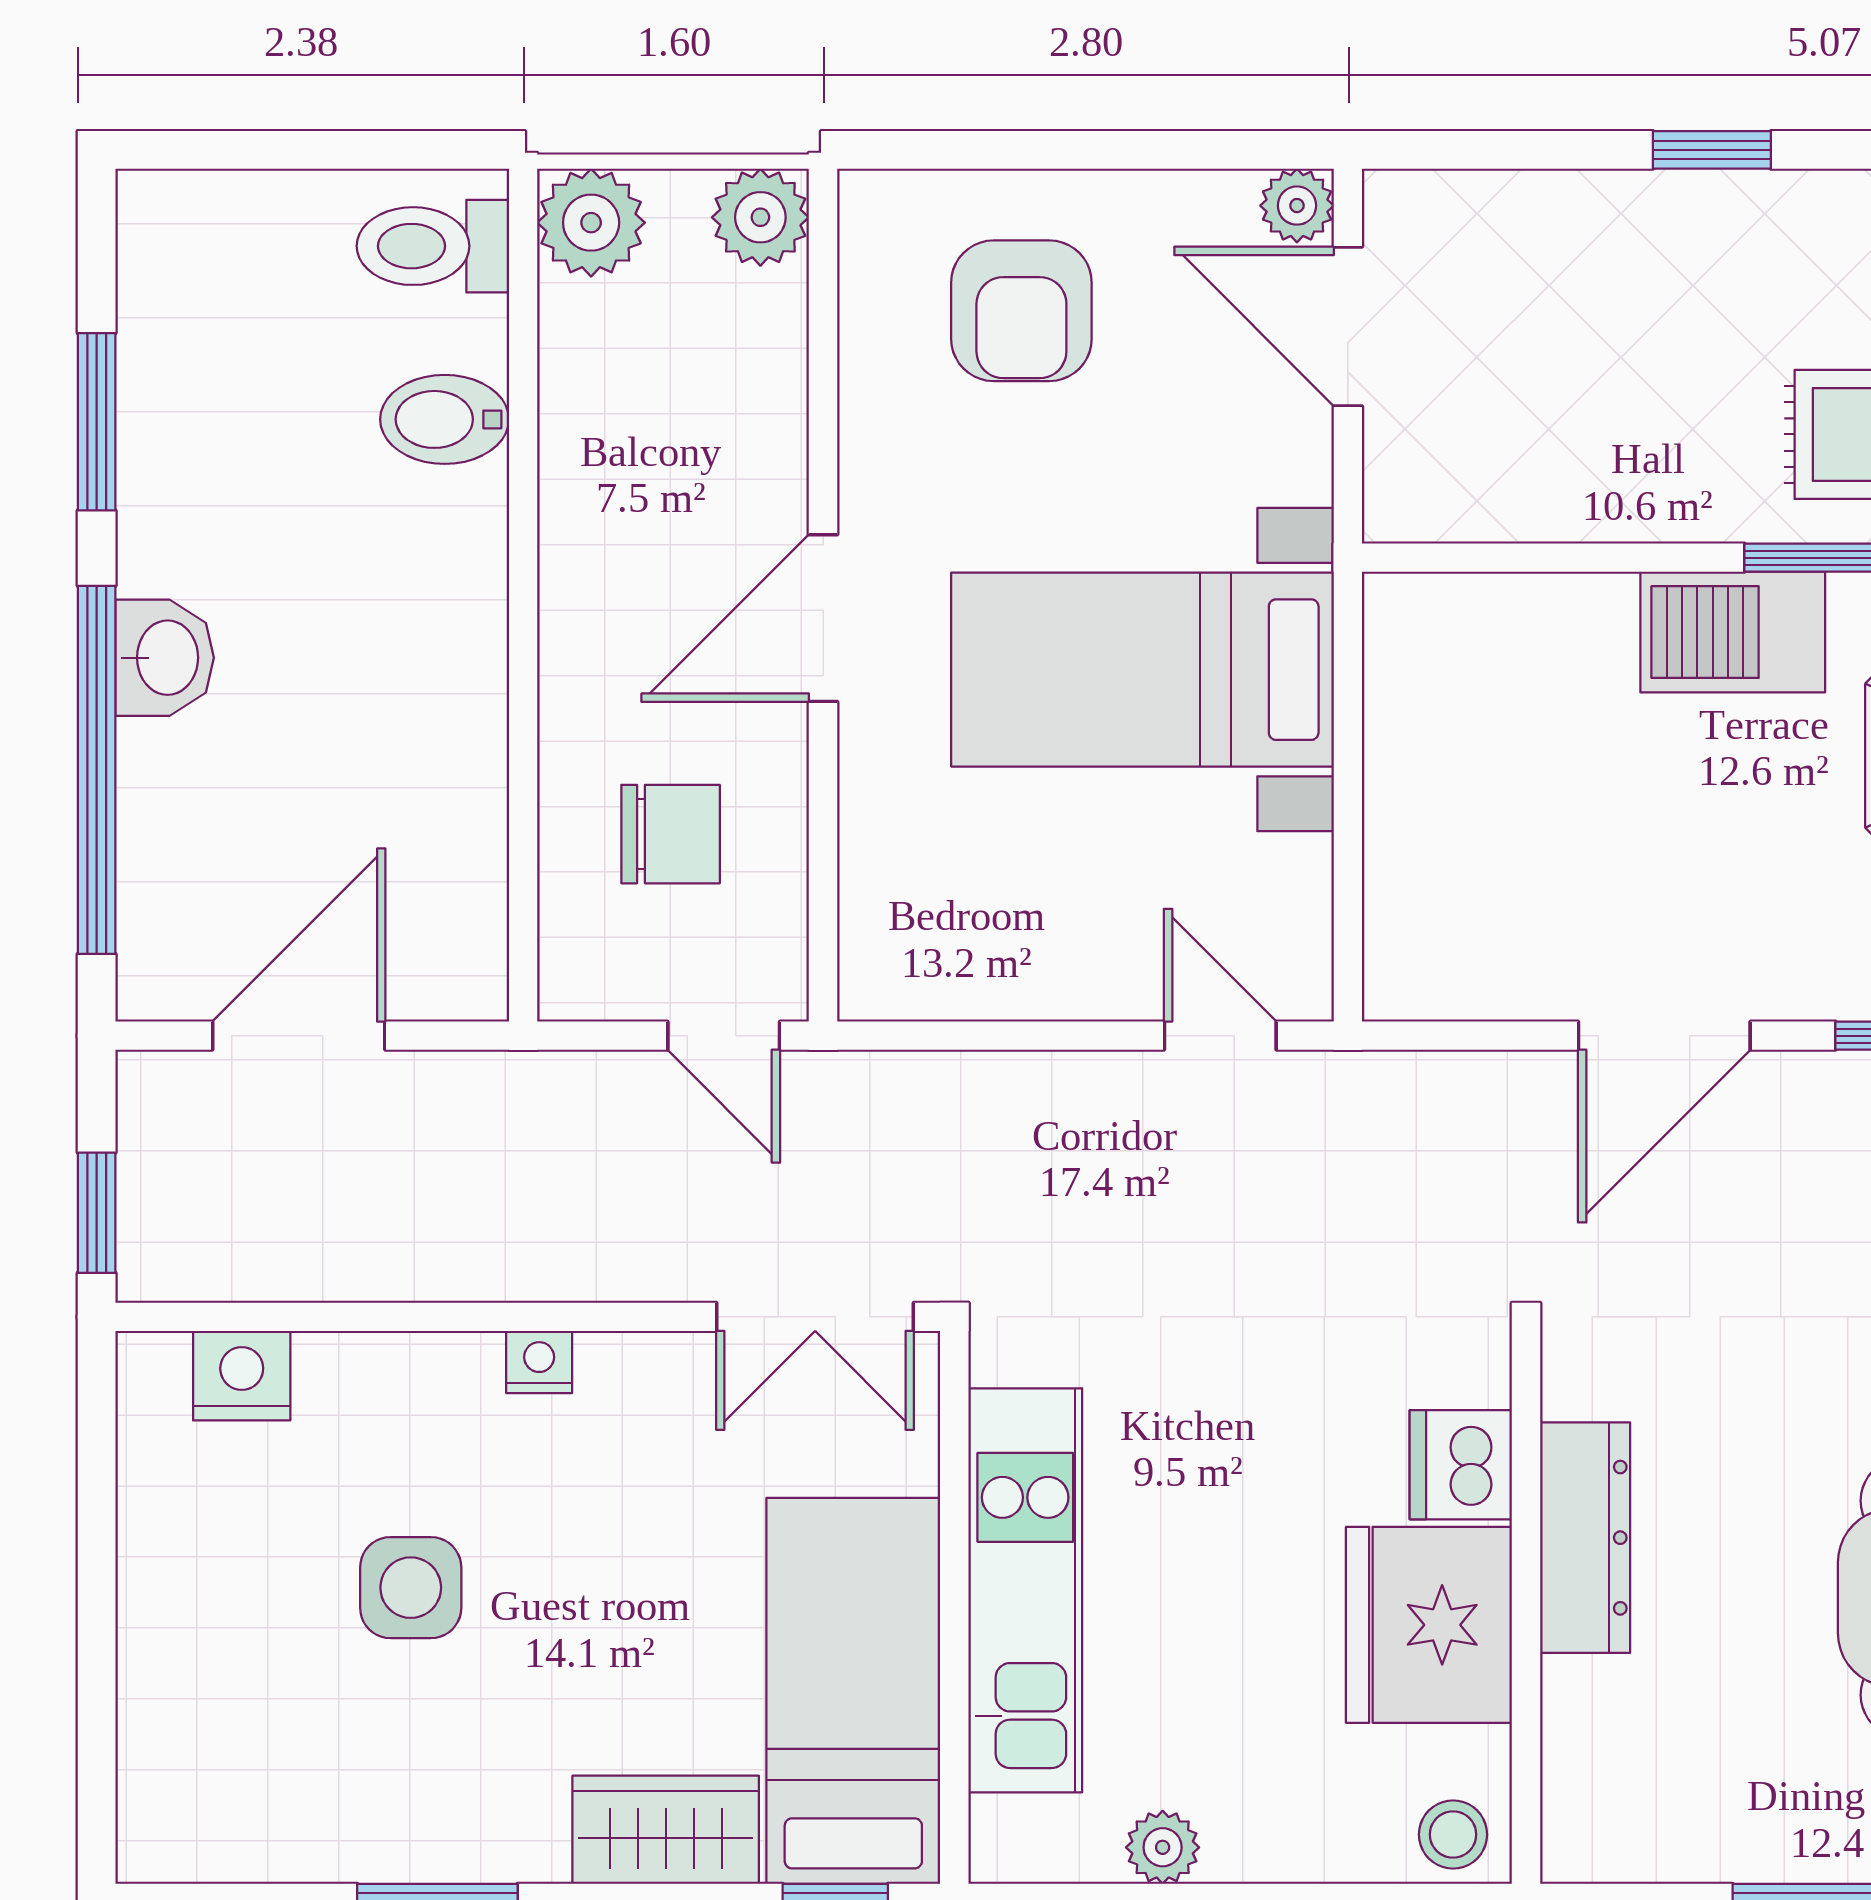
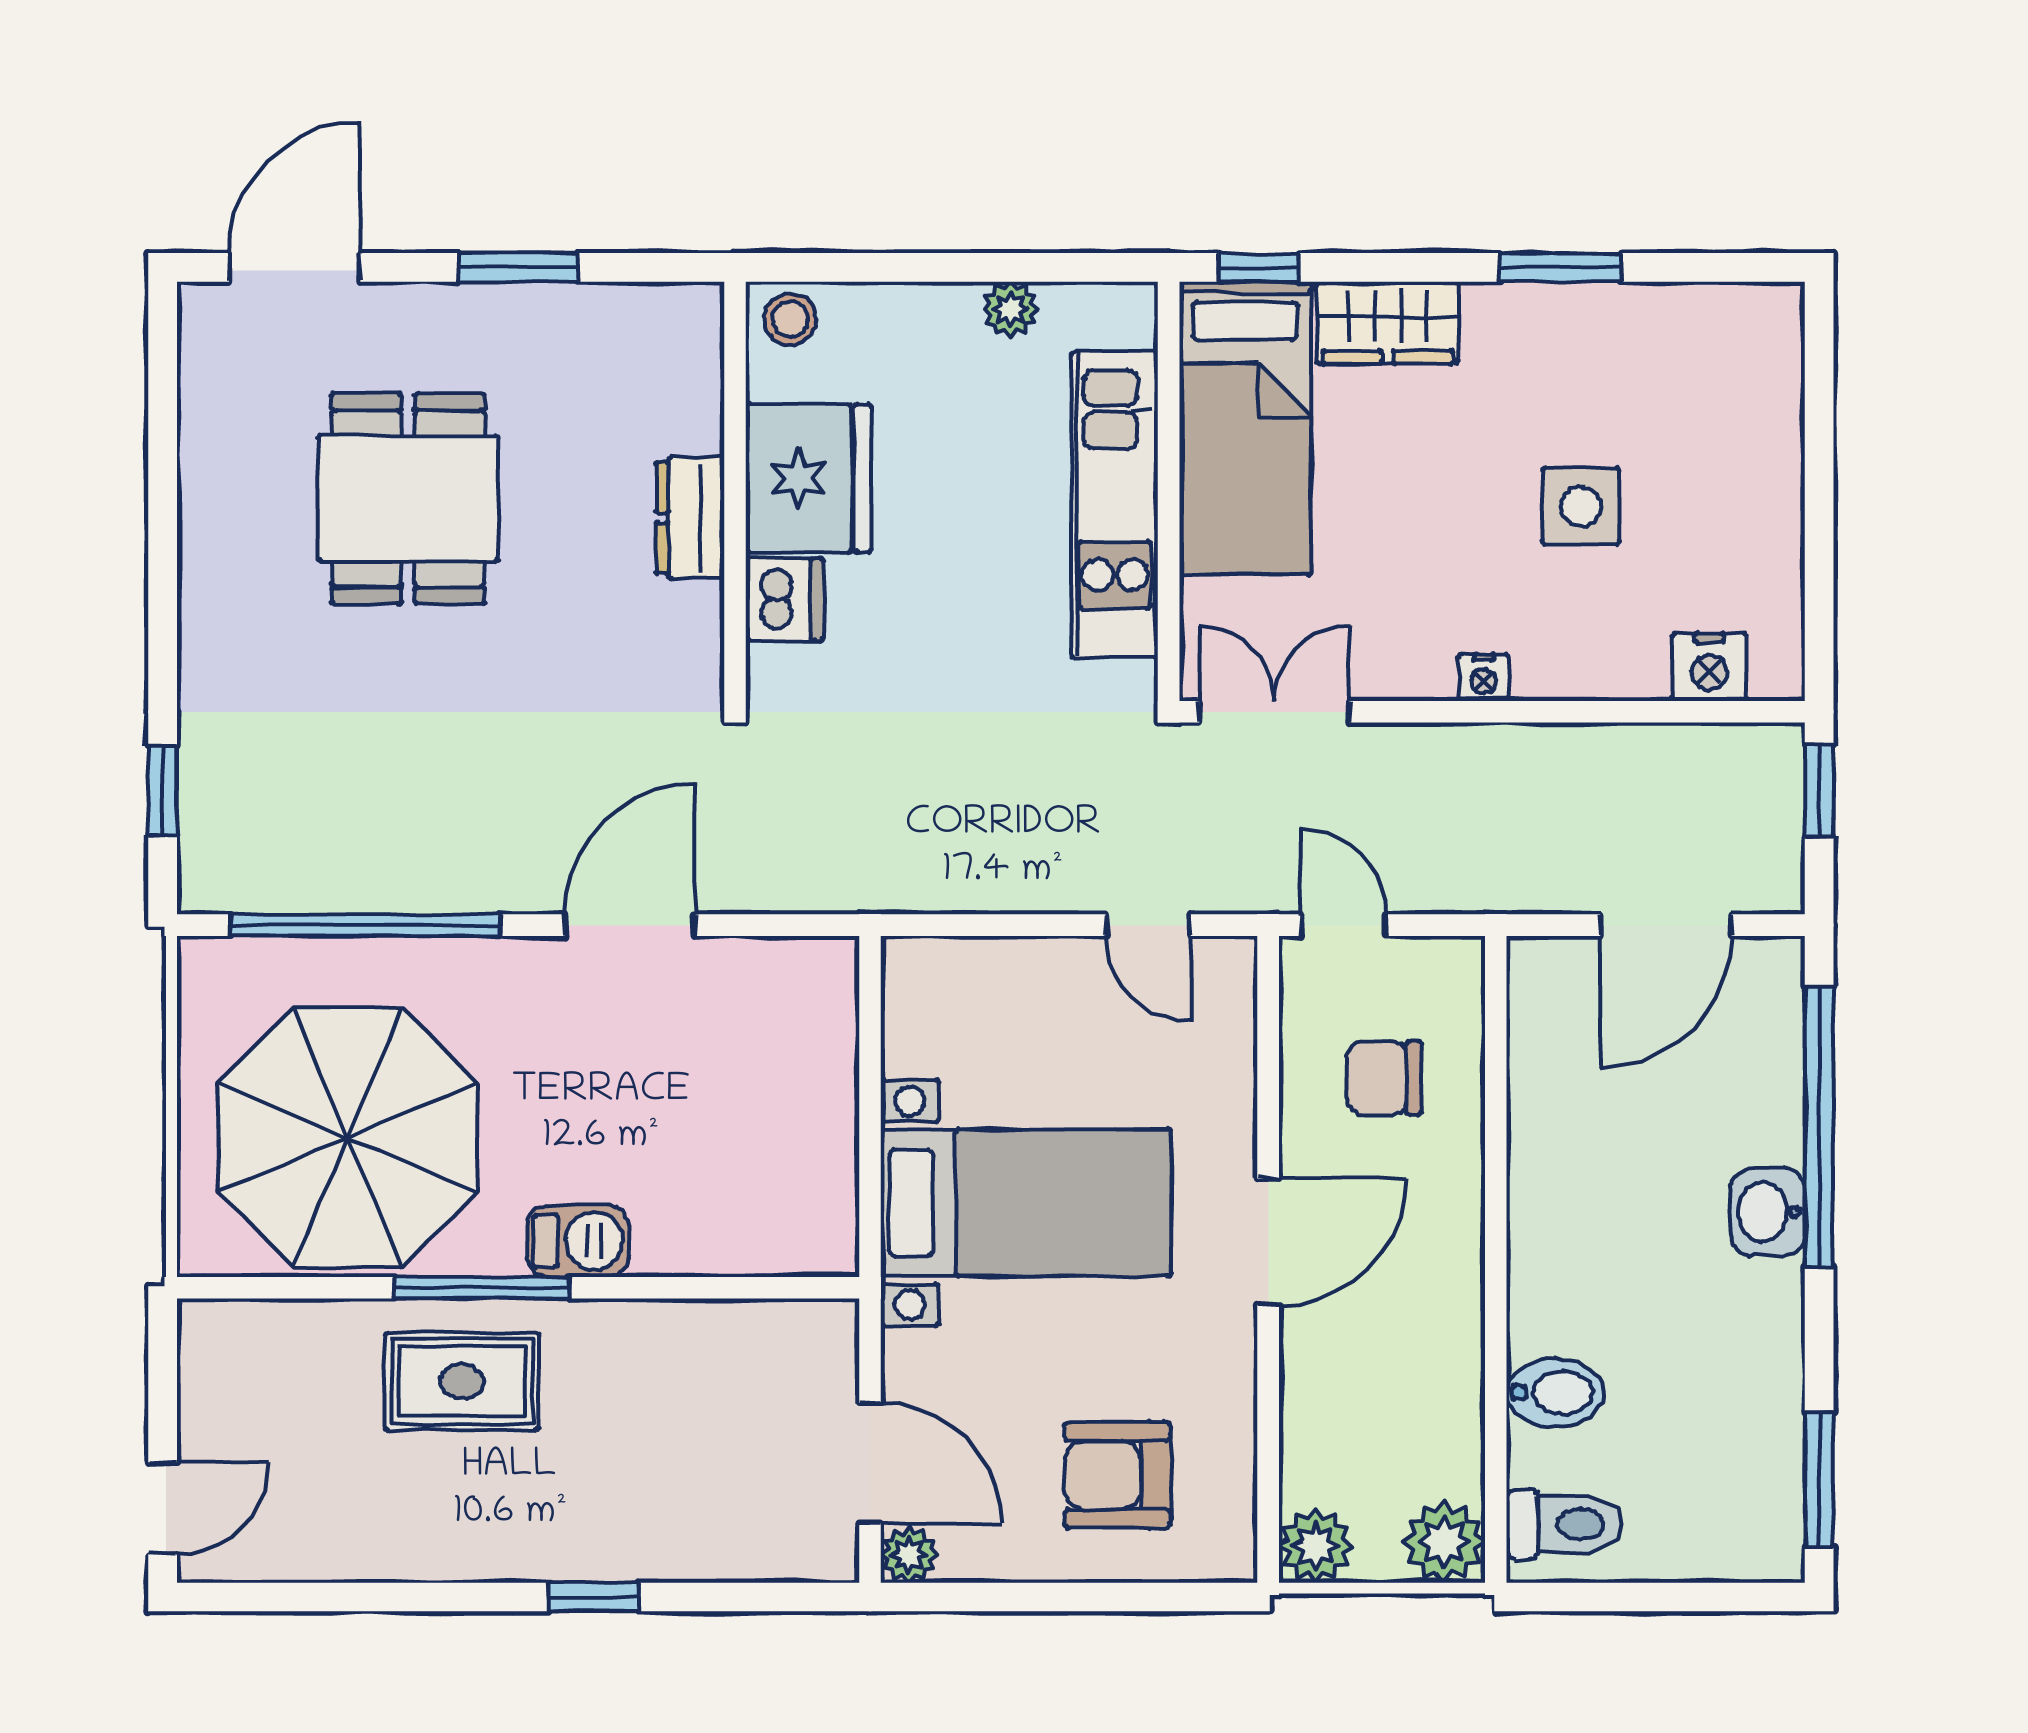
armchair: (1021, 311) -> (1118, 1475), turned -90
window: (97, 422) -> (1819, 1480), moved
barbecue: (1733, 632) -> (578, 1241), width x0.73, depth x0.79
door: (1220, 1036) -> (1148, 925), moved
dresser: (1585, 1538) -> (690, 518), width x0.70

